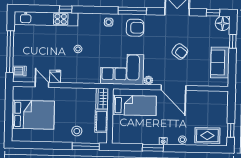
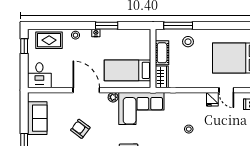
desk: (217, 103) -> (39, 75), added

